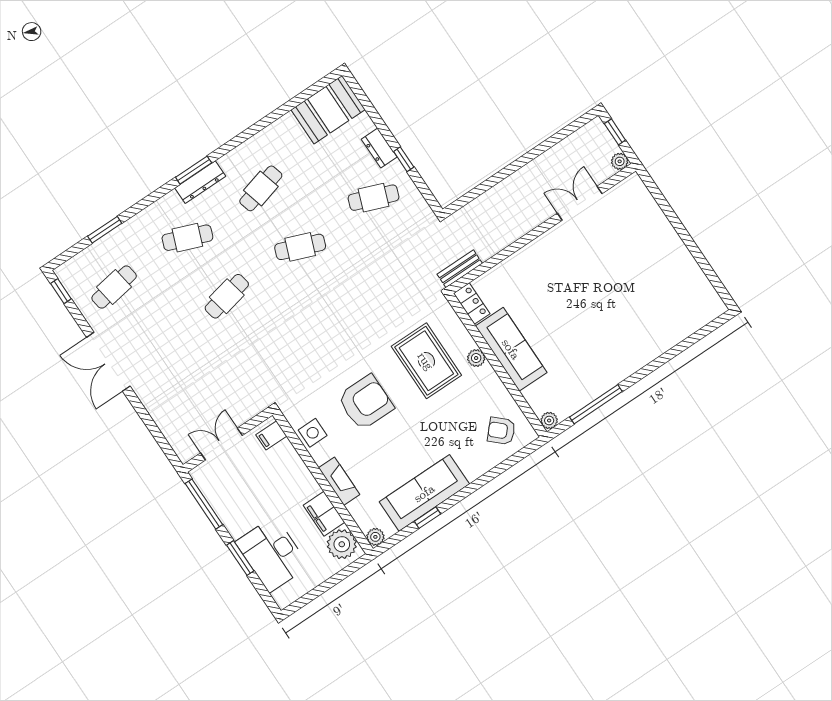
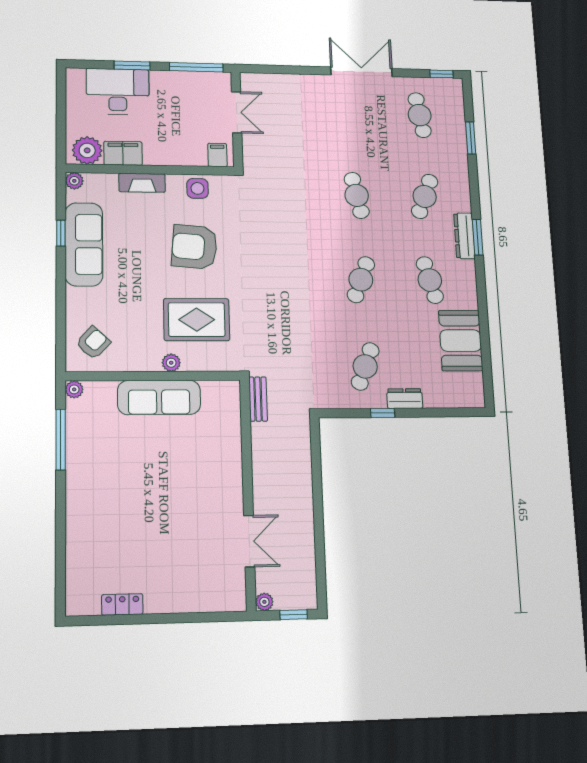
booth: (328, 110) -> (461, 341), moved
locker: (472, 304) -> (122, 604), moved, turned 180
armchair: (365, 402) -> (195, 247), turned 95

